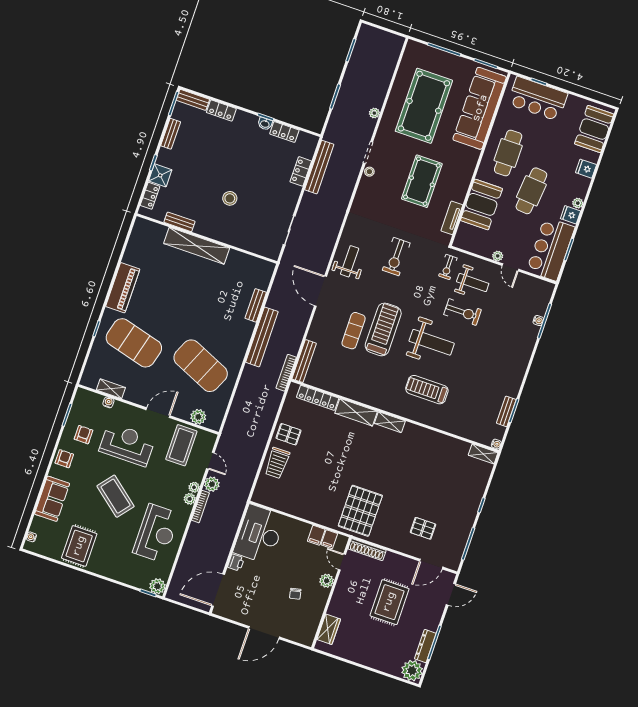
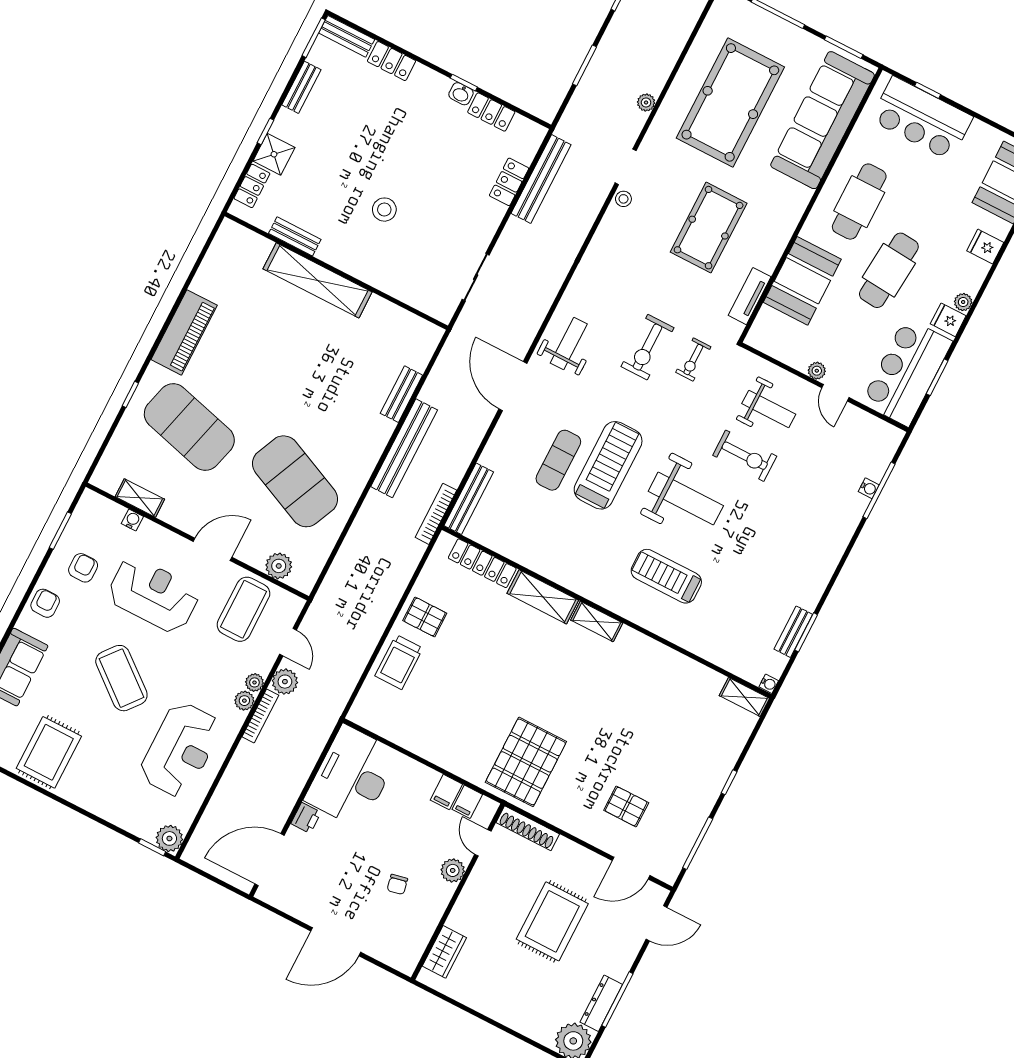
exercise bike: (448, 267) -> (693, 360), moved

